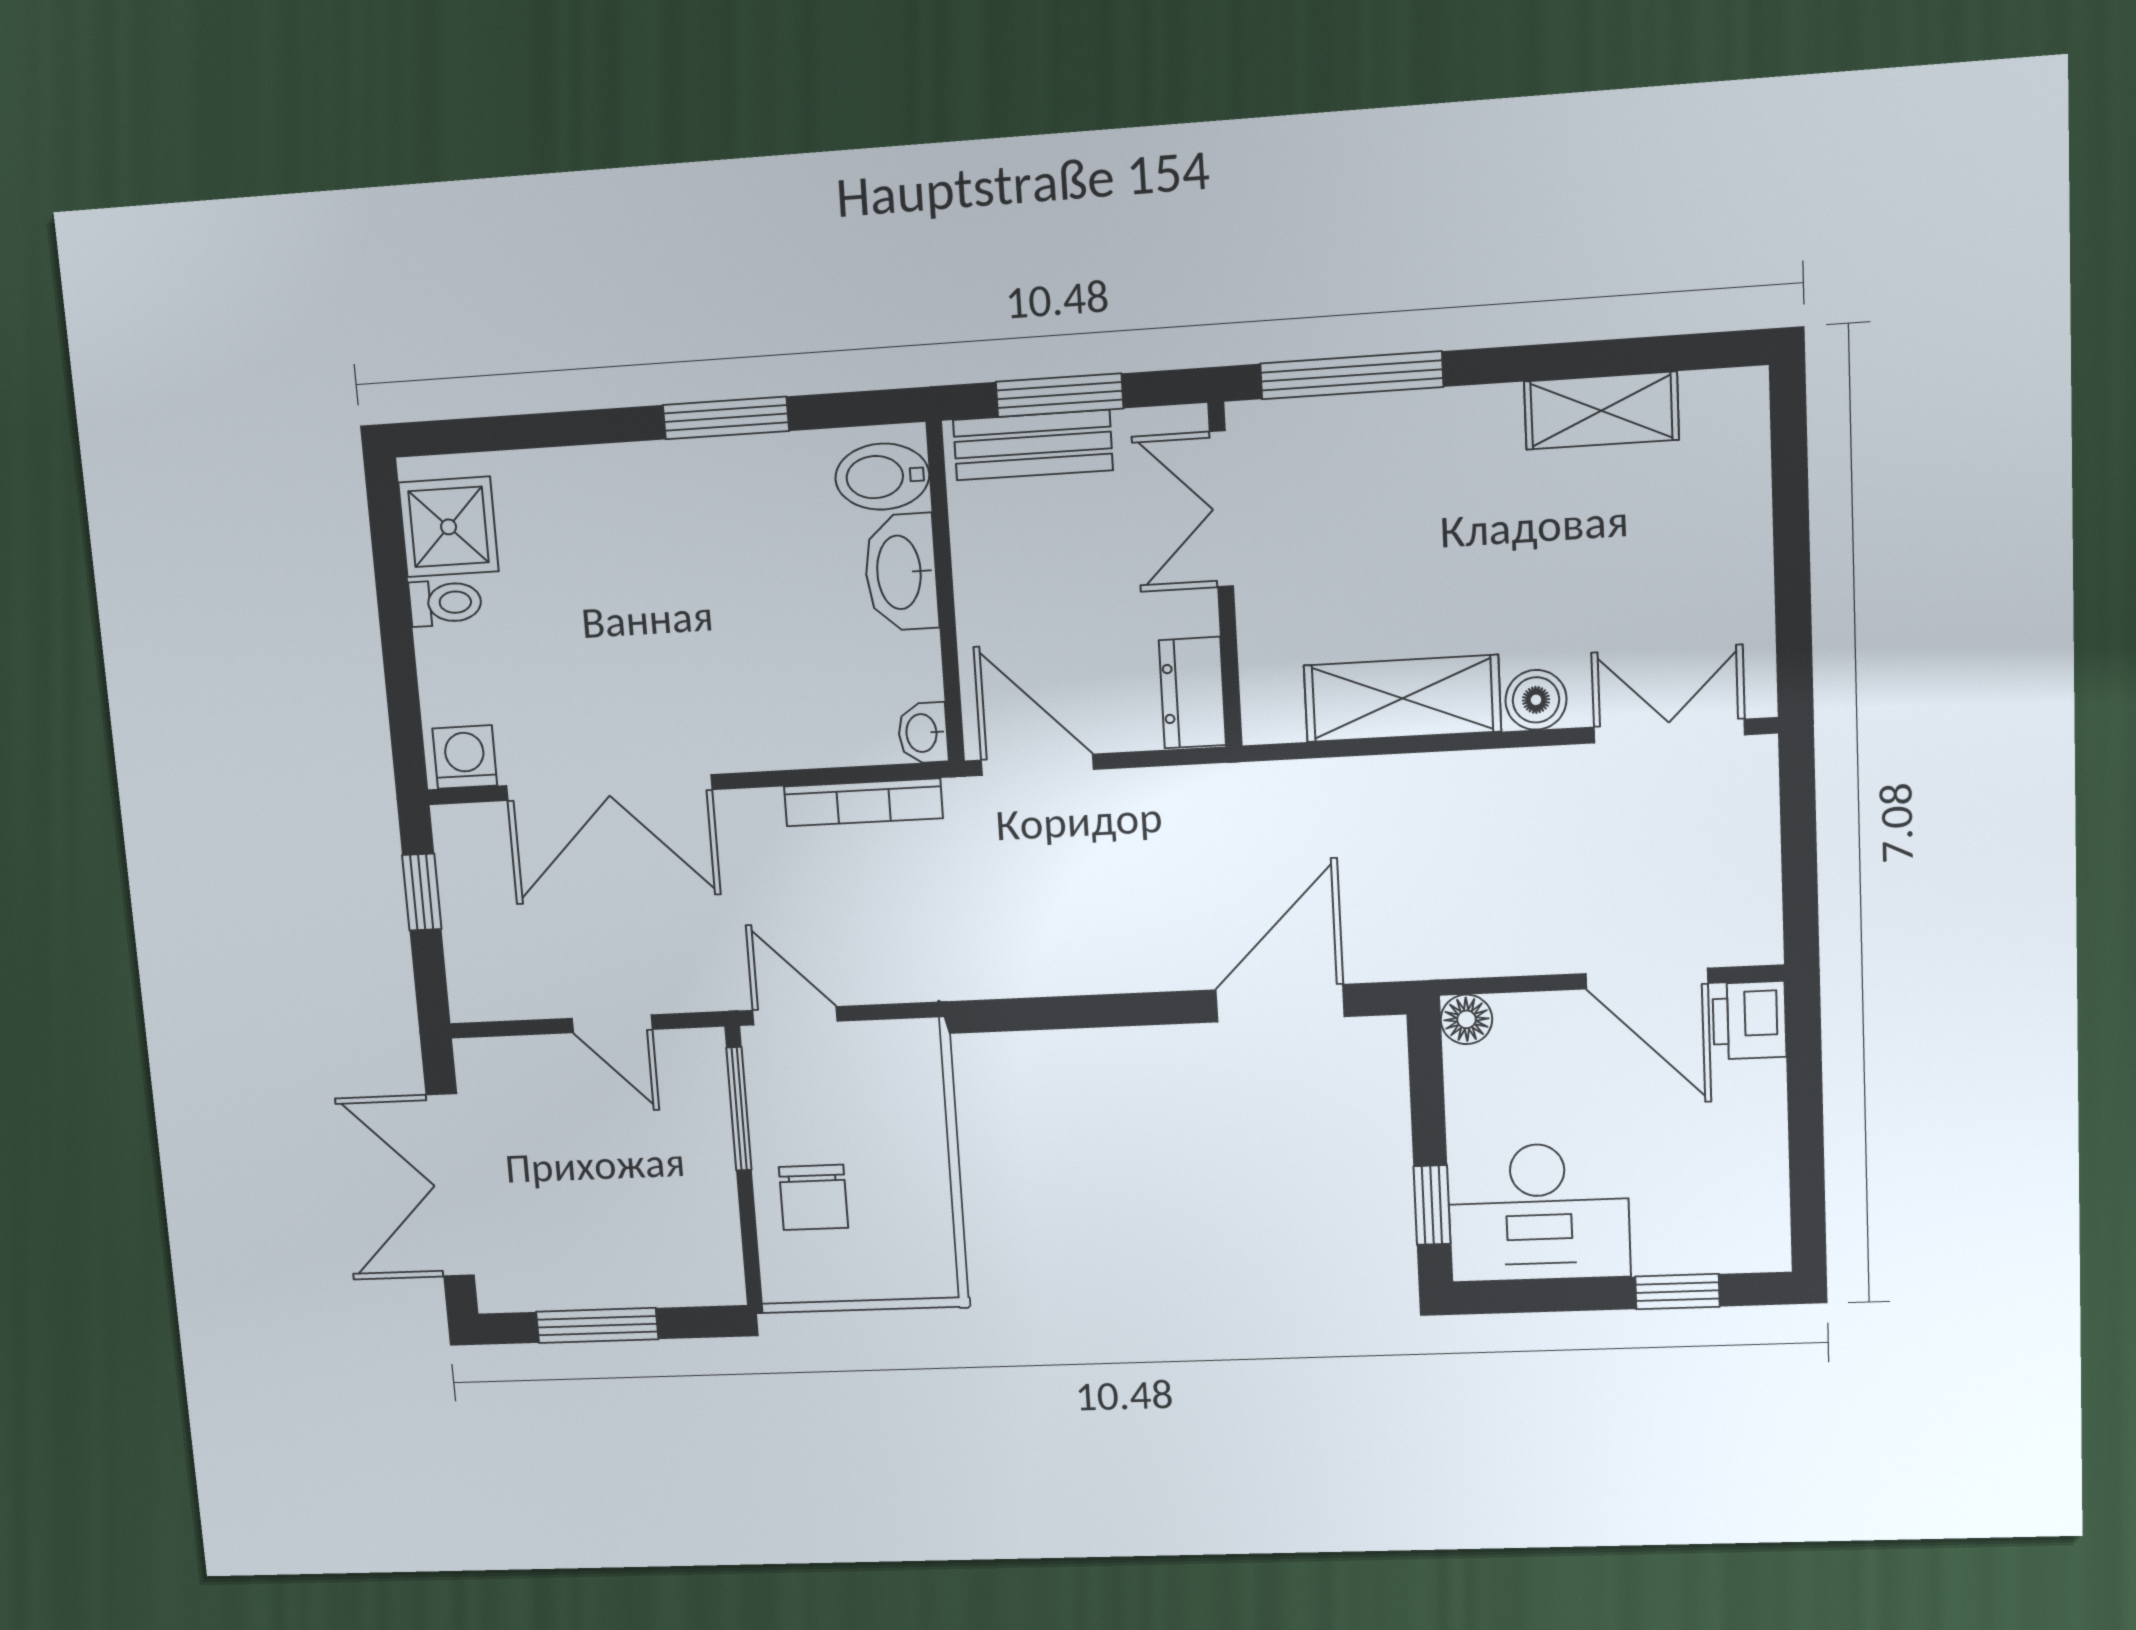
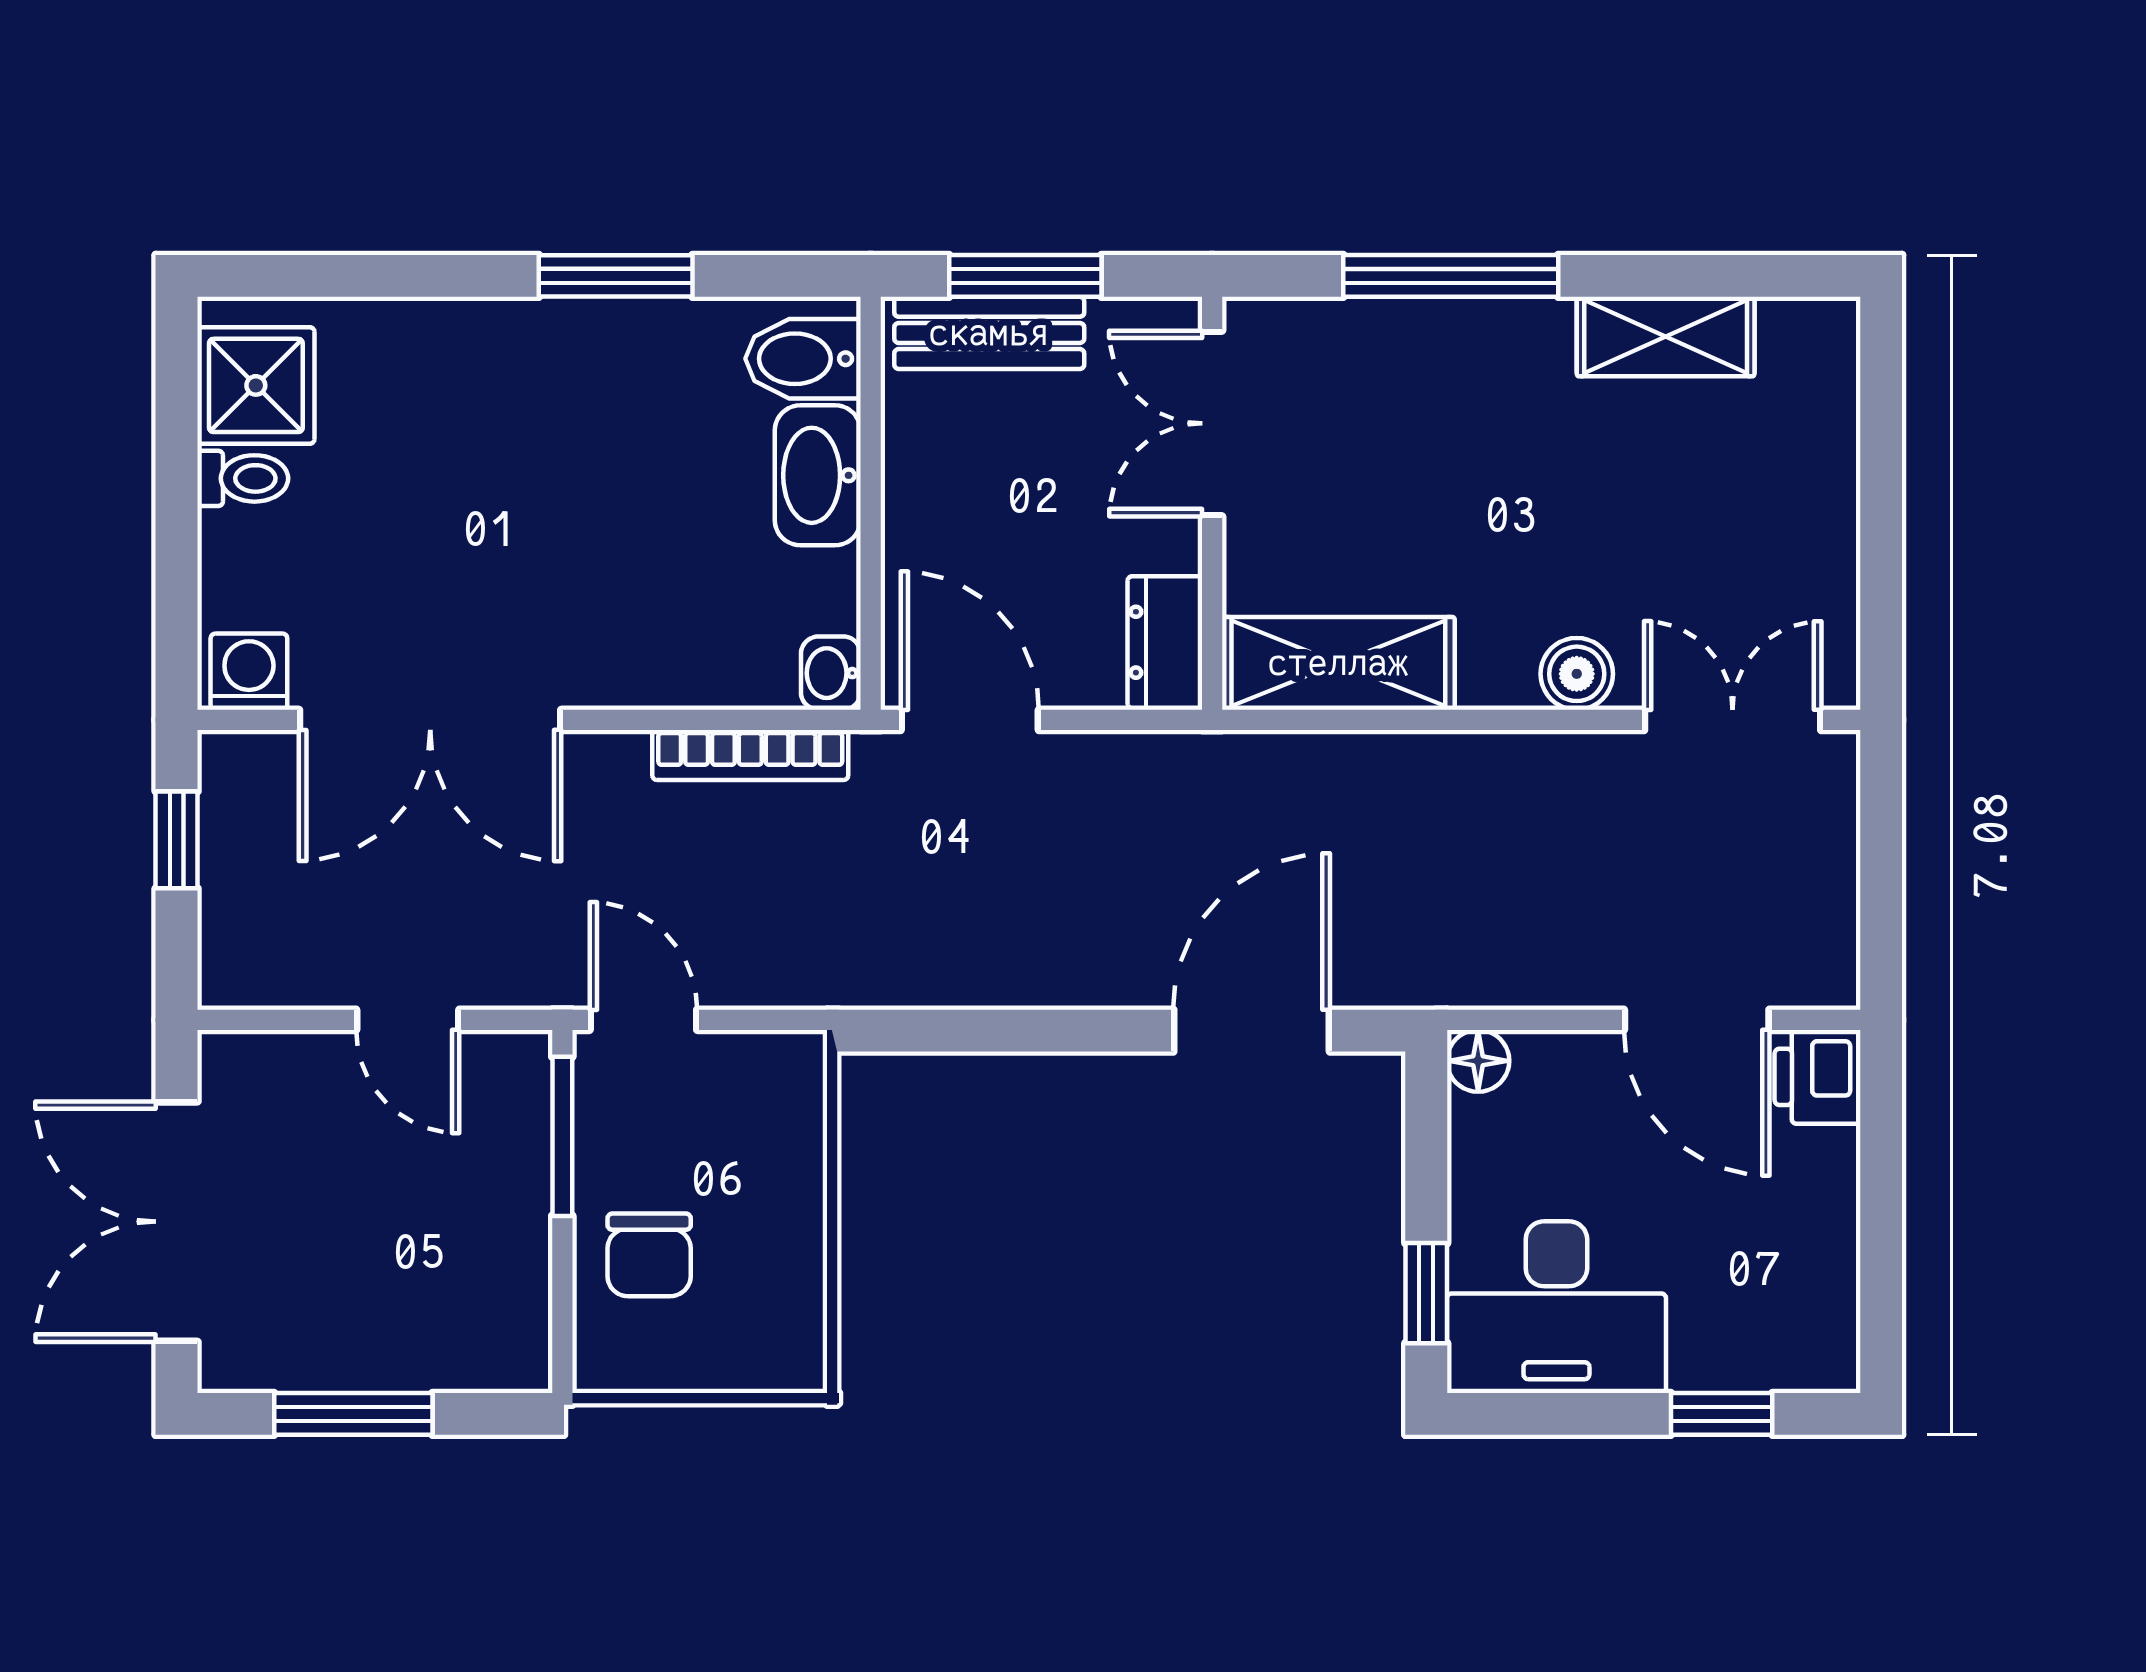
window: (1352, 375) -> (1451, 276), moved
shelving: (1402, 699) -> (1338, 663), moved

